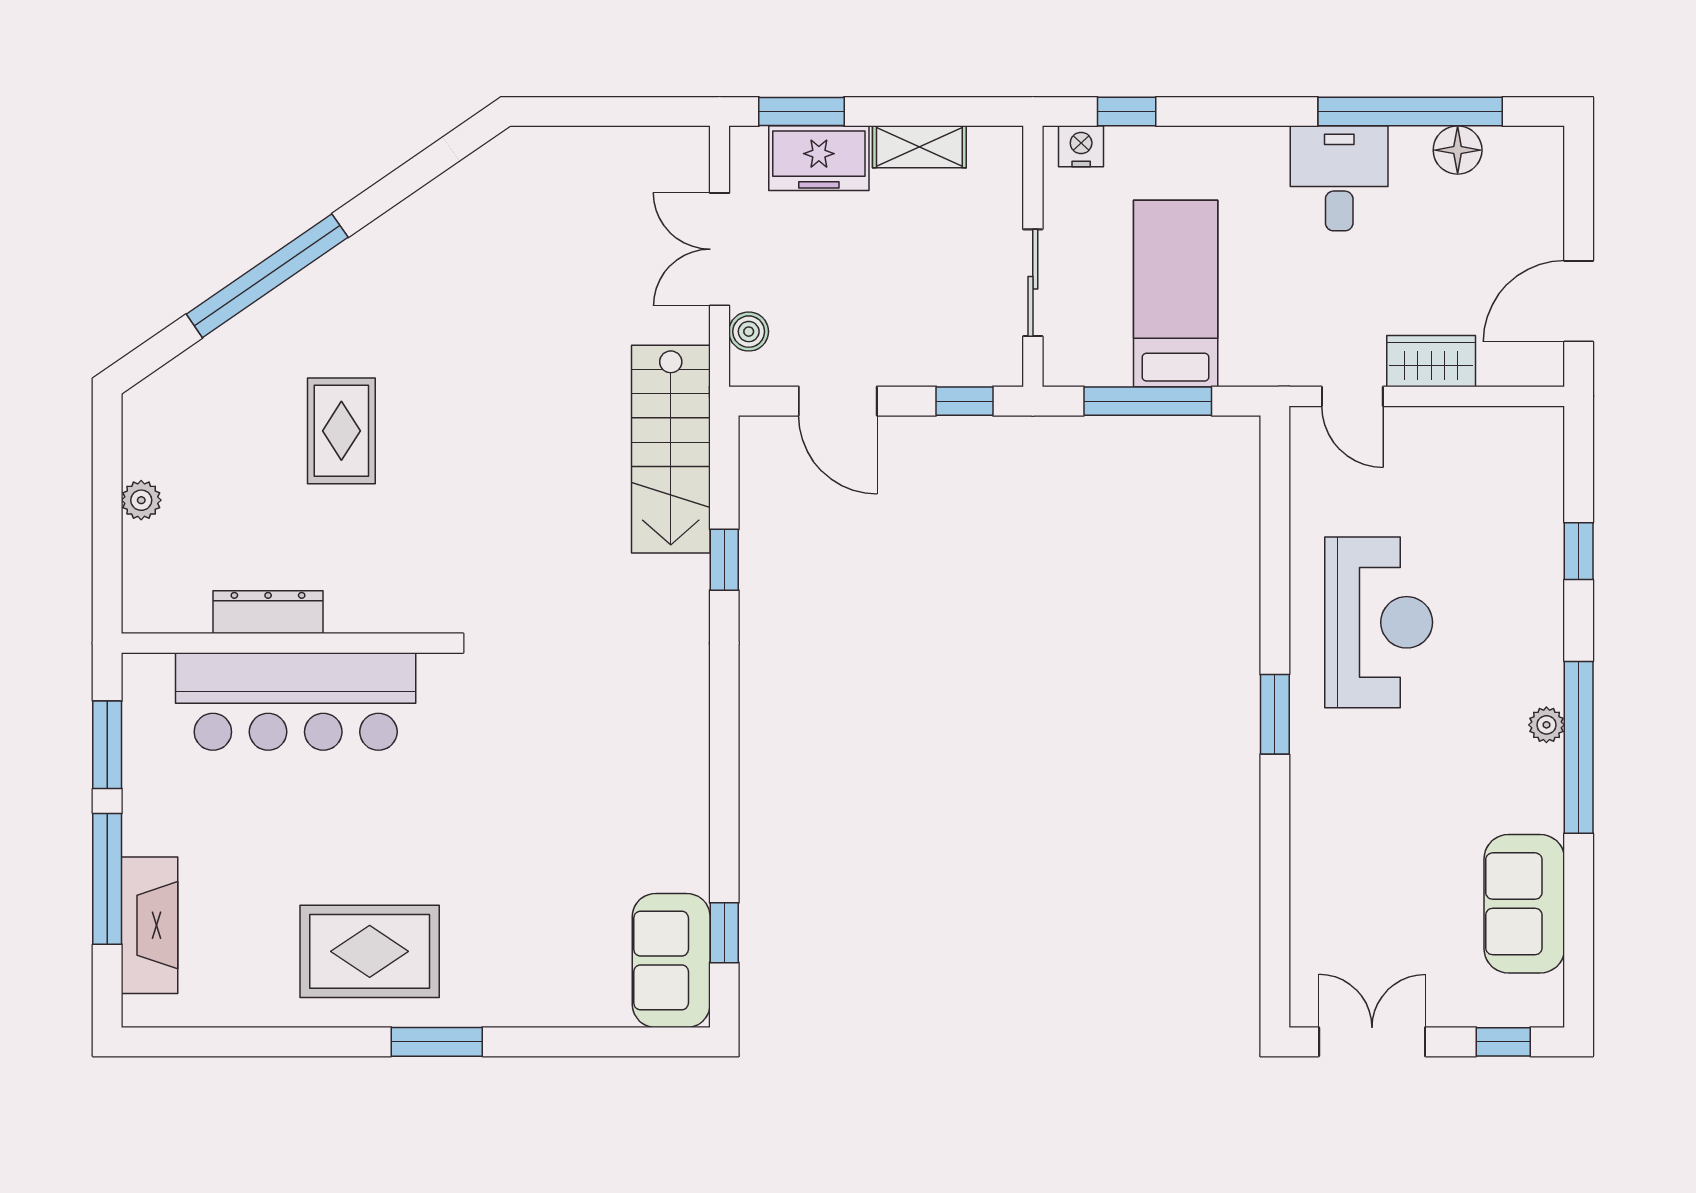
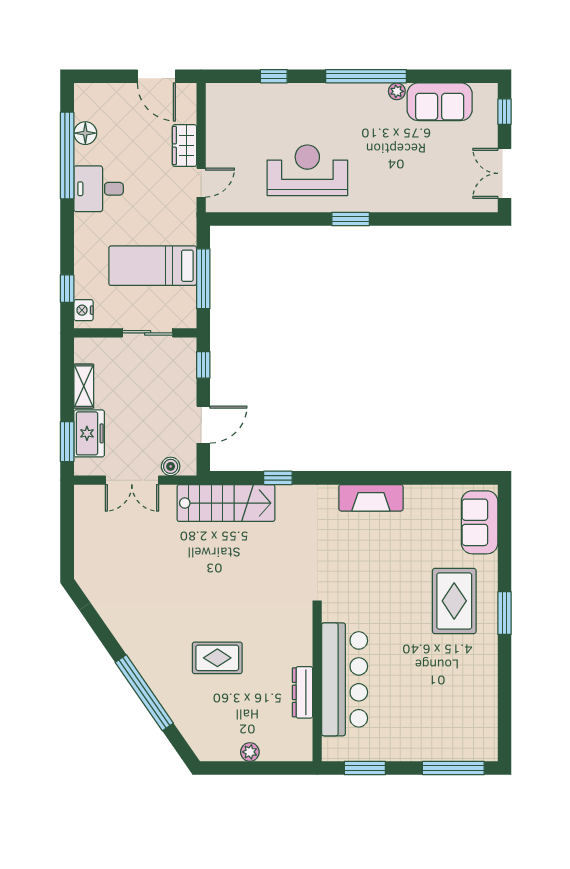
plant: (1546, 725) -> (397, 91), moved
window: (107, 879) -> (453, 768), moved
fireplace: (150, 925) -> (371, 498), moved, turned 180
window: (724, 933) -> (453, 478), removed
rug: (370, 951) -> (454, 601), moved
sofa: (671, 960) -> (480, 522), moved, turned 90

